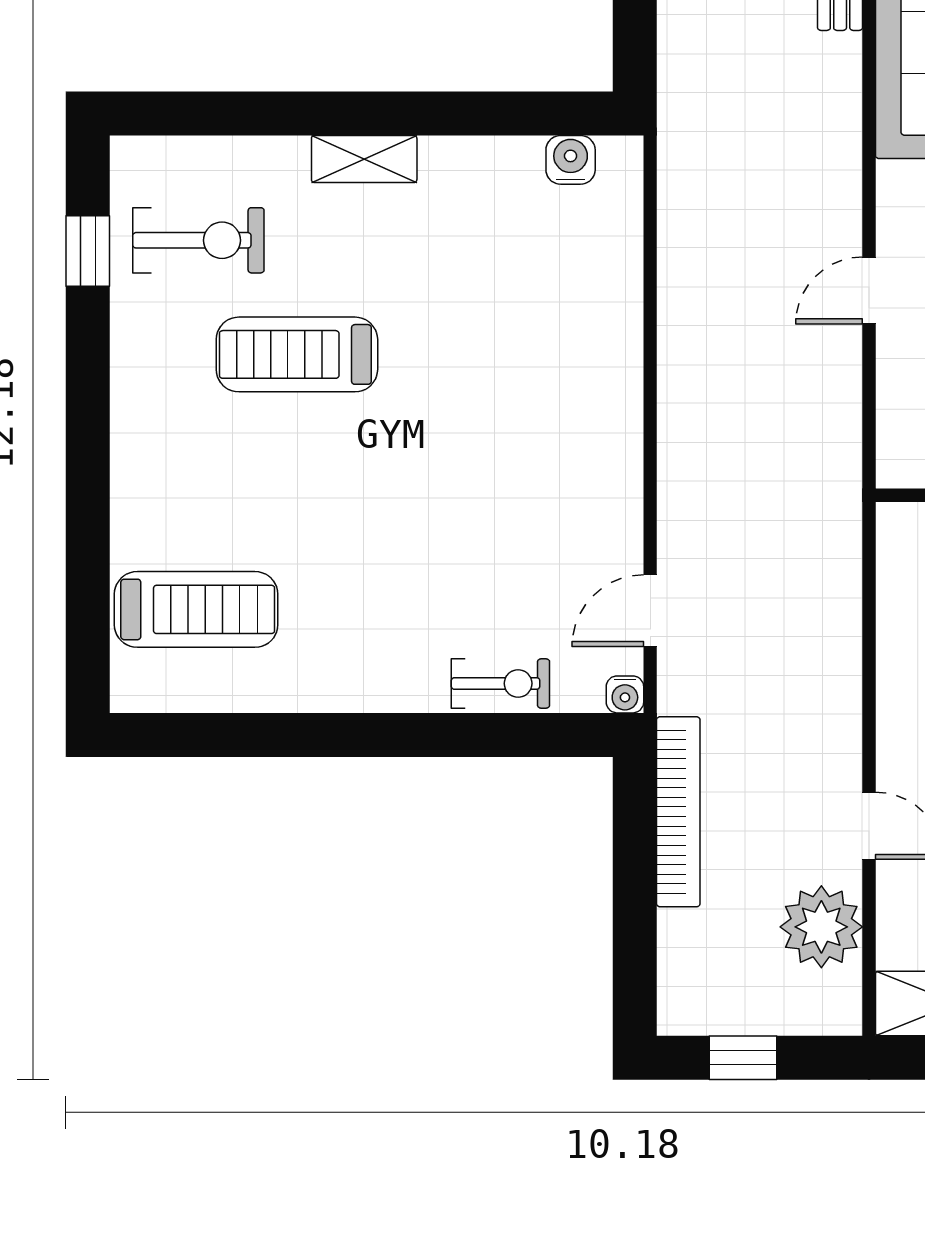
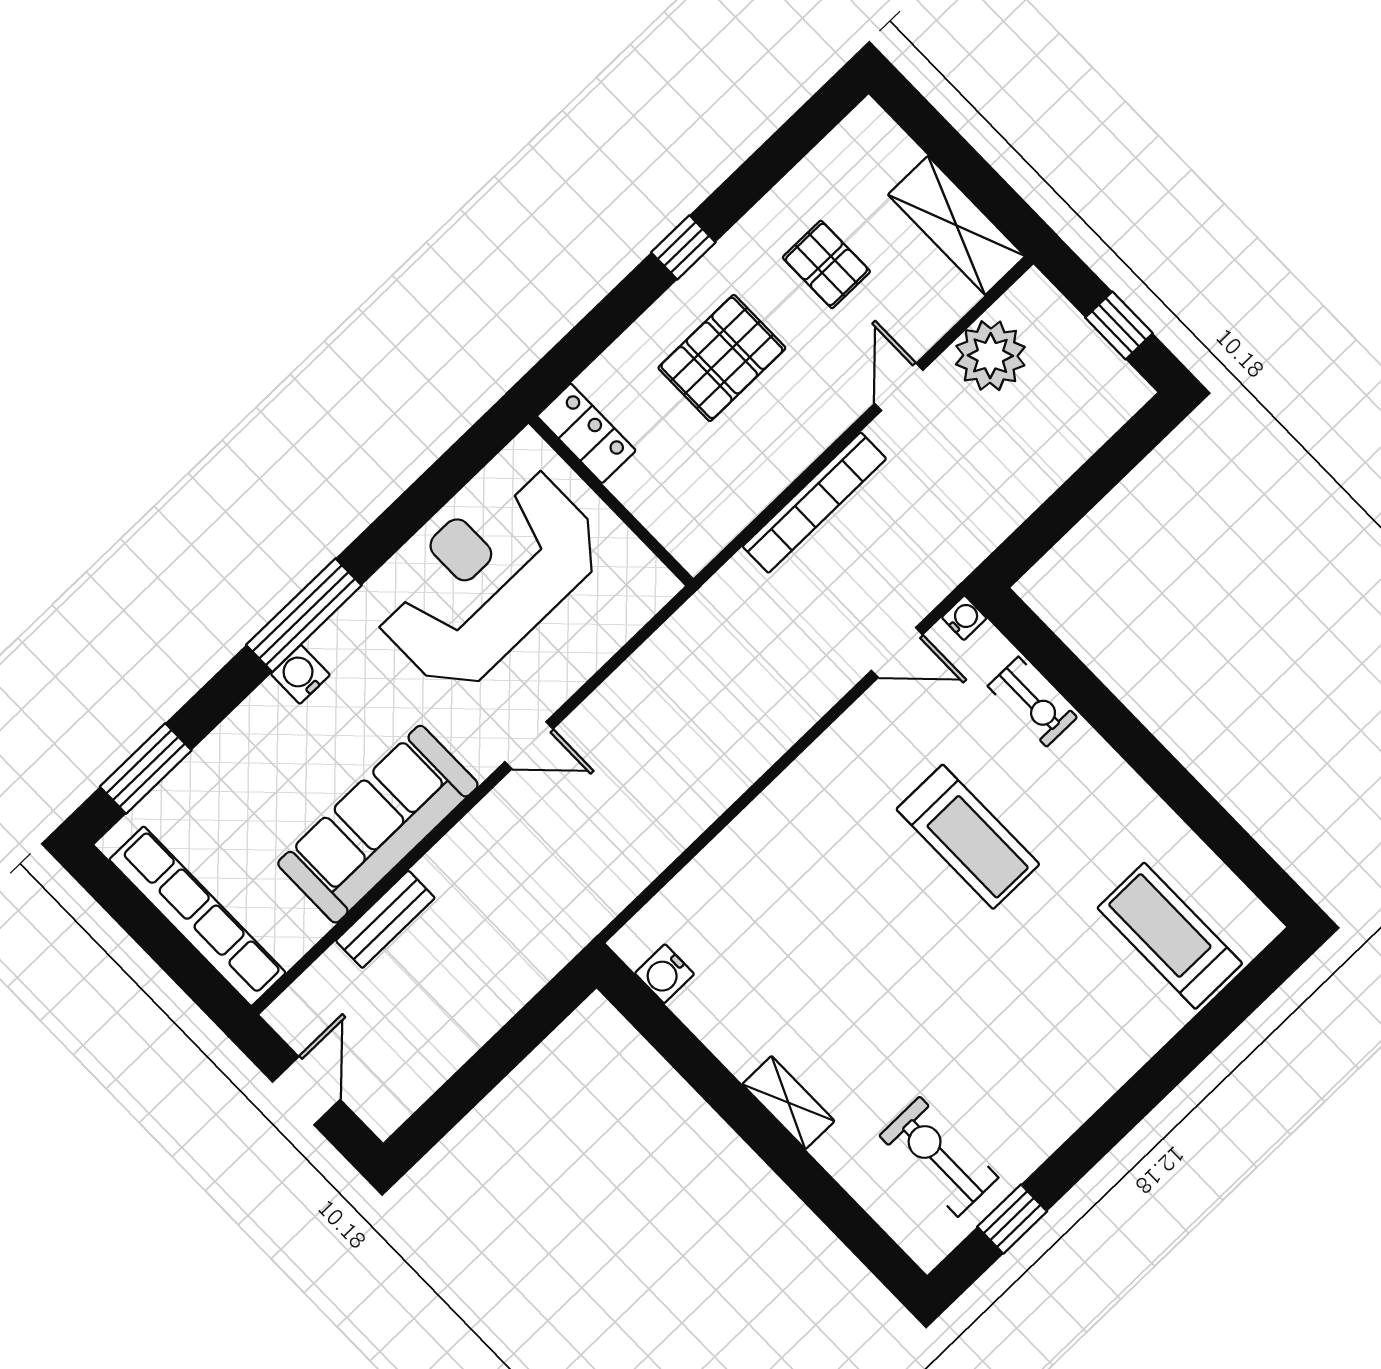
door: (869, 291) -> (529, 745), moved
treadmill: (297, 354) -> (968, 837), moved
exercise bike: (500, 683) -> (1032, 702), turned 180
bookcase: (678, 812) -> (814, 503), moved, turned 180

